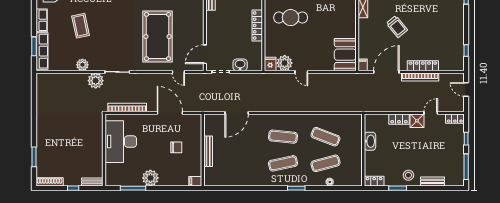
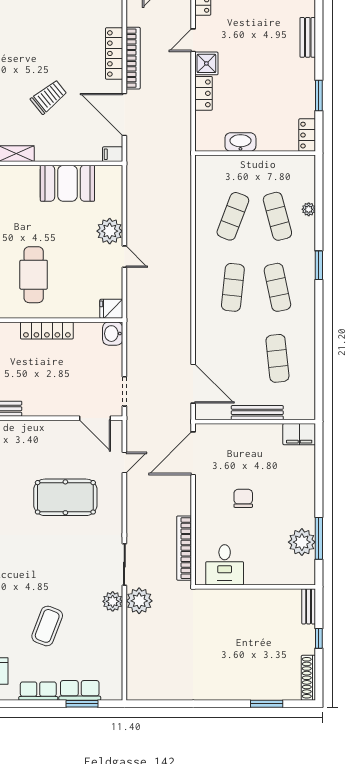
coffee table: (81, 26) -> (47, 626), turned -57
pool table: (158, 37) -> (65, 497), width x0.73, depth x0.76
row of seats: (42, 51) -> (80, 690), width x0.68
booth: (345, 55) -> (67, 183), moved
plant: (285, 63) -> (110, 231), moved
plant: (82, 65) -> (113, 601), moved
washbasin: (240, 65) -> (113, 334), moved
door: (301, 72) -> (124, 257), hinge flipped
door: (170, 113) -> (193, 453), moved
door: (237, 113) -> (193, 384), moved
door: (431, 113) -> (193, 40), hinge flipped
desk: (121, 142) -> (225, 565), width x0.53, depth x0.77
chair: (176, 147) -> (243, 498), moved
exercise mat: (241, 163) -> (277, 358), added
stool: (408, 175) -> (297, 78), removed
plant: (150, 178) -> (302, 542), moved
filing cabinet: (195, 181) -> (299, 434), width x2.00

